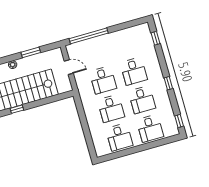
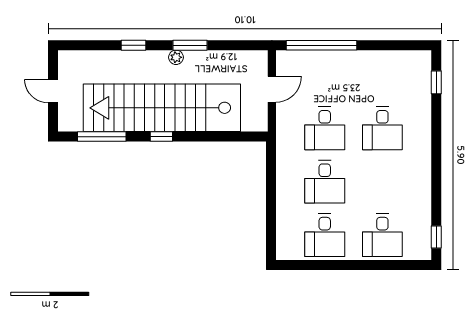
window: (31, 52) -> (190, 45), moved
door: (69, 67) -> (272, 89), hinge flipped
window: (168, 83) -> (436, 166), removed
desk: (142, 100) -> (382, 182), removed

